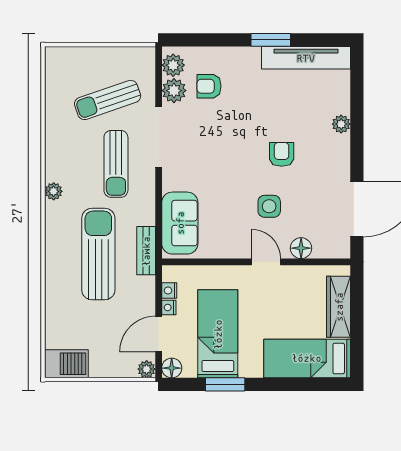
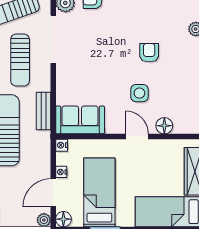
sofa: (180, 223) -> (80, 120), moved, turned -90
bench: (146, 251) -> (43, 111), moved
nightstand: (169, 290) -> (62, 145), moved

